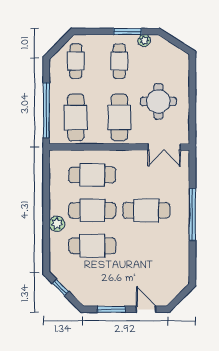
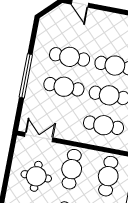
cafe table: (146, 246) -> (70, 57), added
window: (111, 309) -> (109, 9), removed

